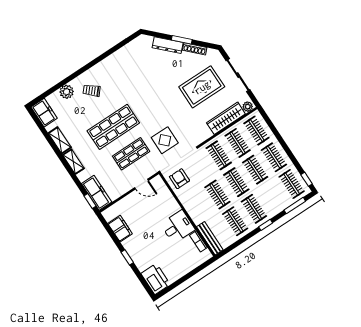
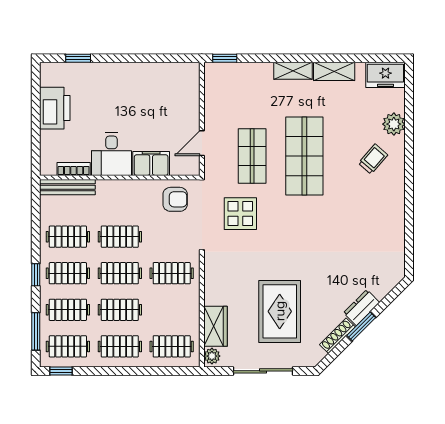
dresser: (168, 45) -> (362, 308), width x0.70
wardrobe: (226, 118) -> (215, 326), width x0.67
clothes rail: (238, 143) -> (68, 310), moved
freezer: (97, 193) -> (230, 74), removed
filing cabinet: (120, 229) -> (151, 163), moved, turned 180
window: (127, 257) -> (78, 58), moved
printer: (156, 279) -> (55, 108), moved, turned -90

